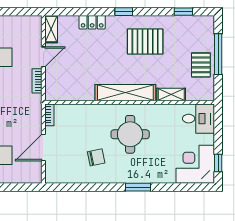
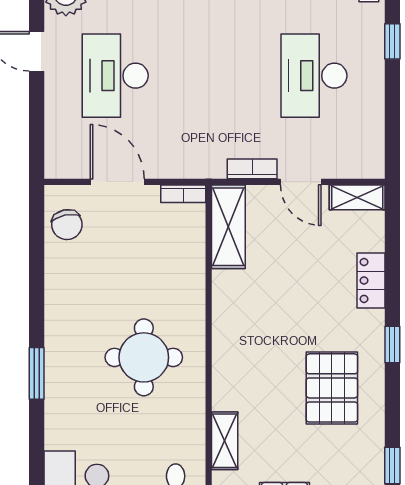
shelving: (125, 93) -> (228, 227), moved, width x0.68
chair: (96, 157) -> (67, 225), moved

